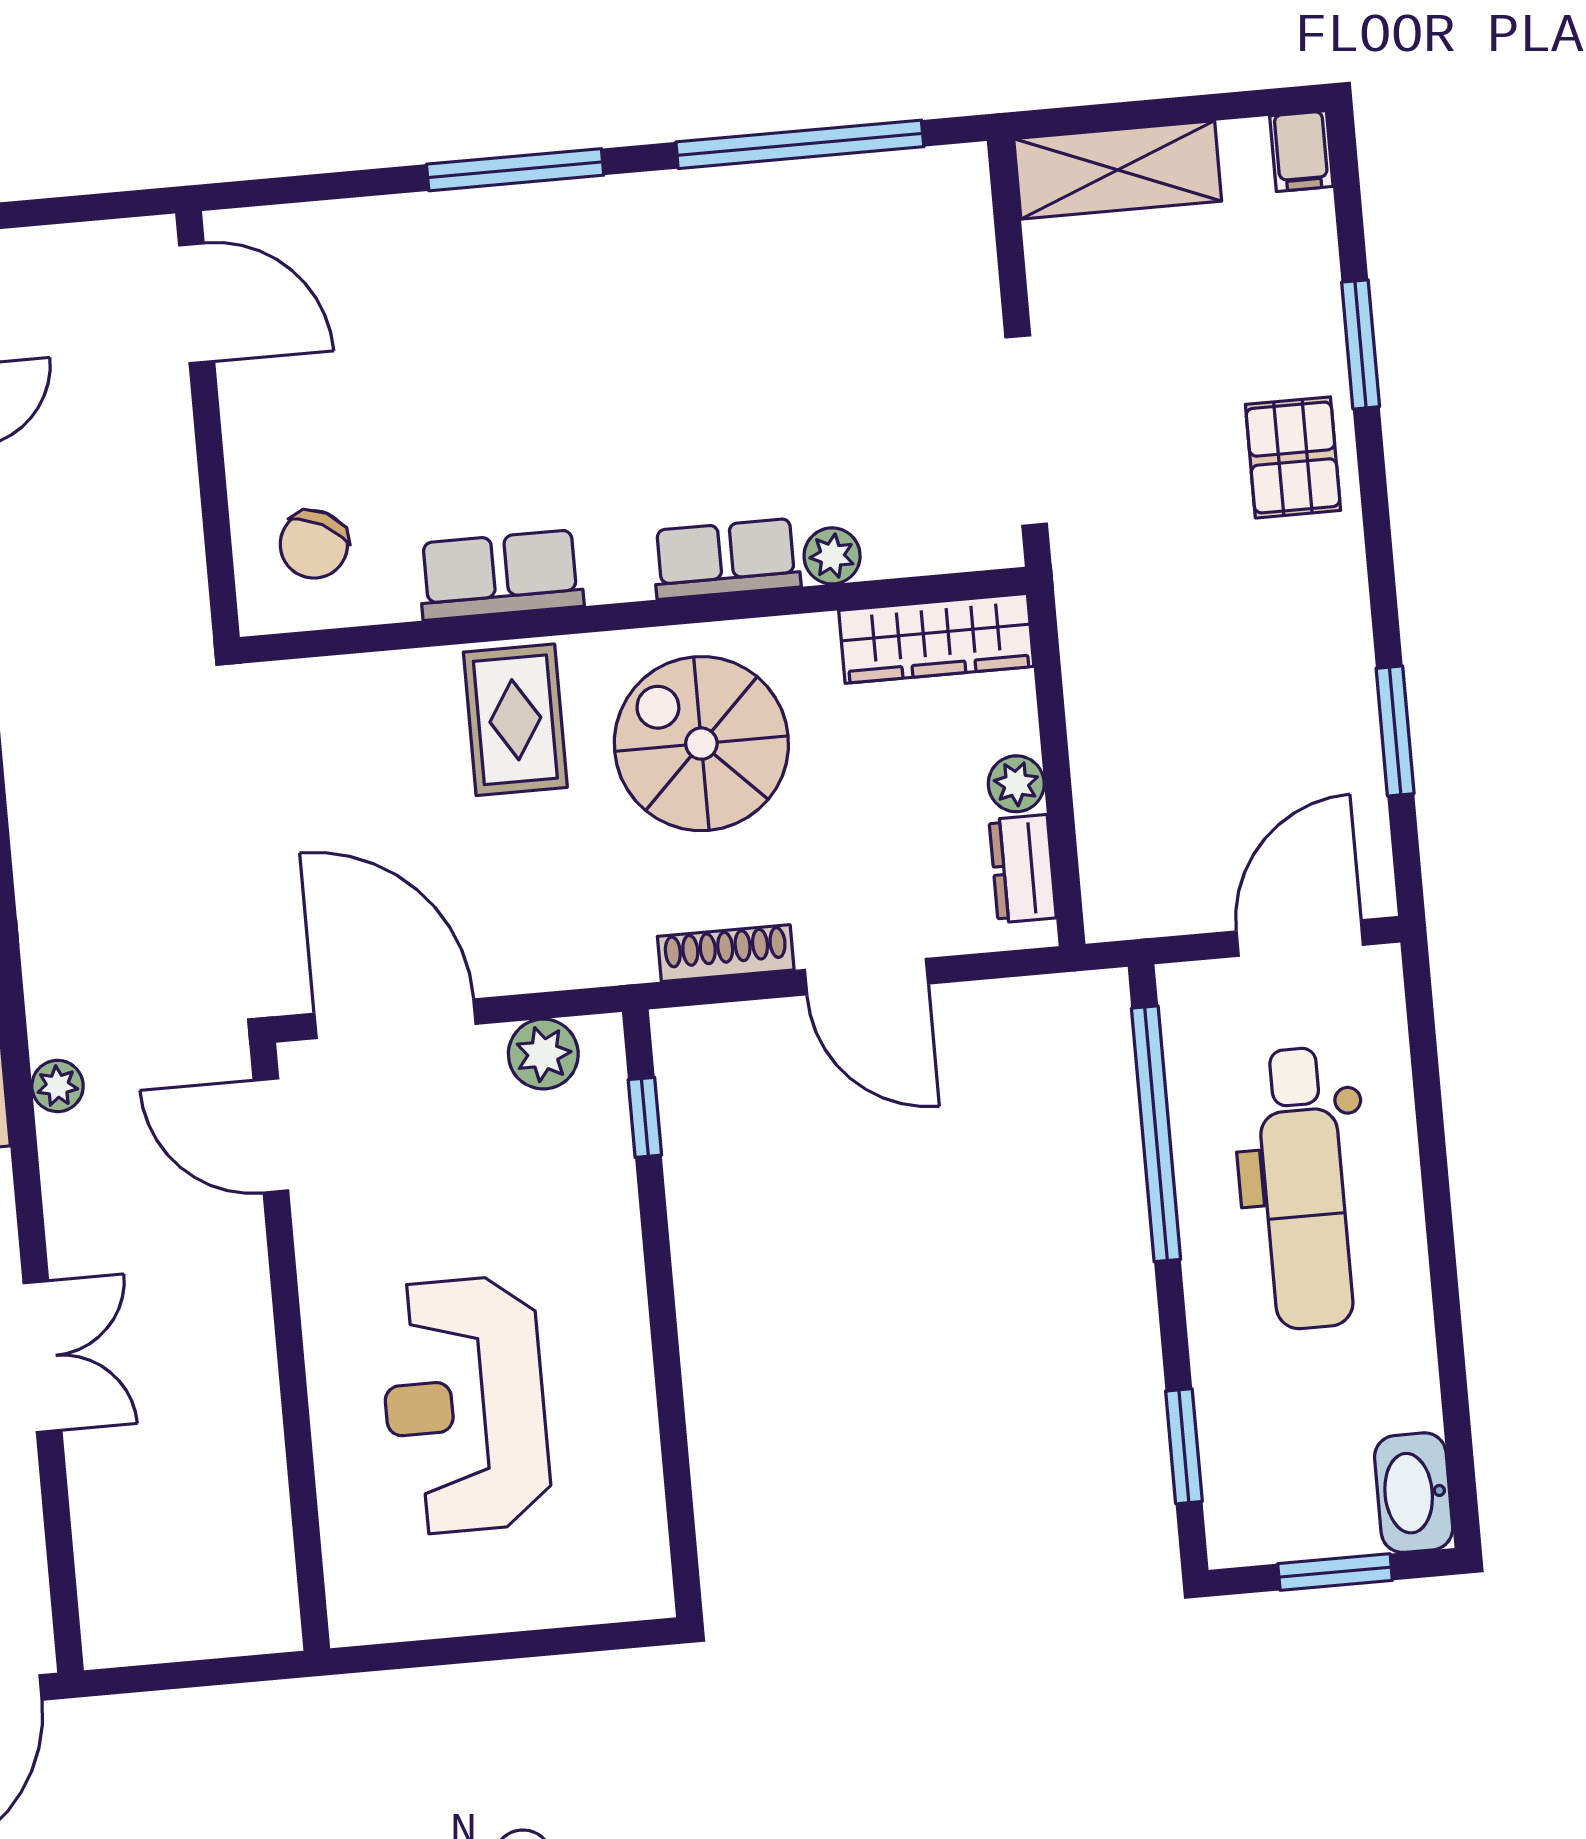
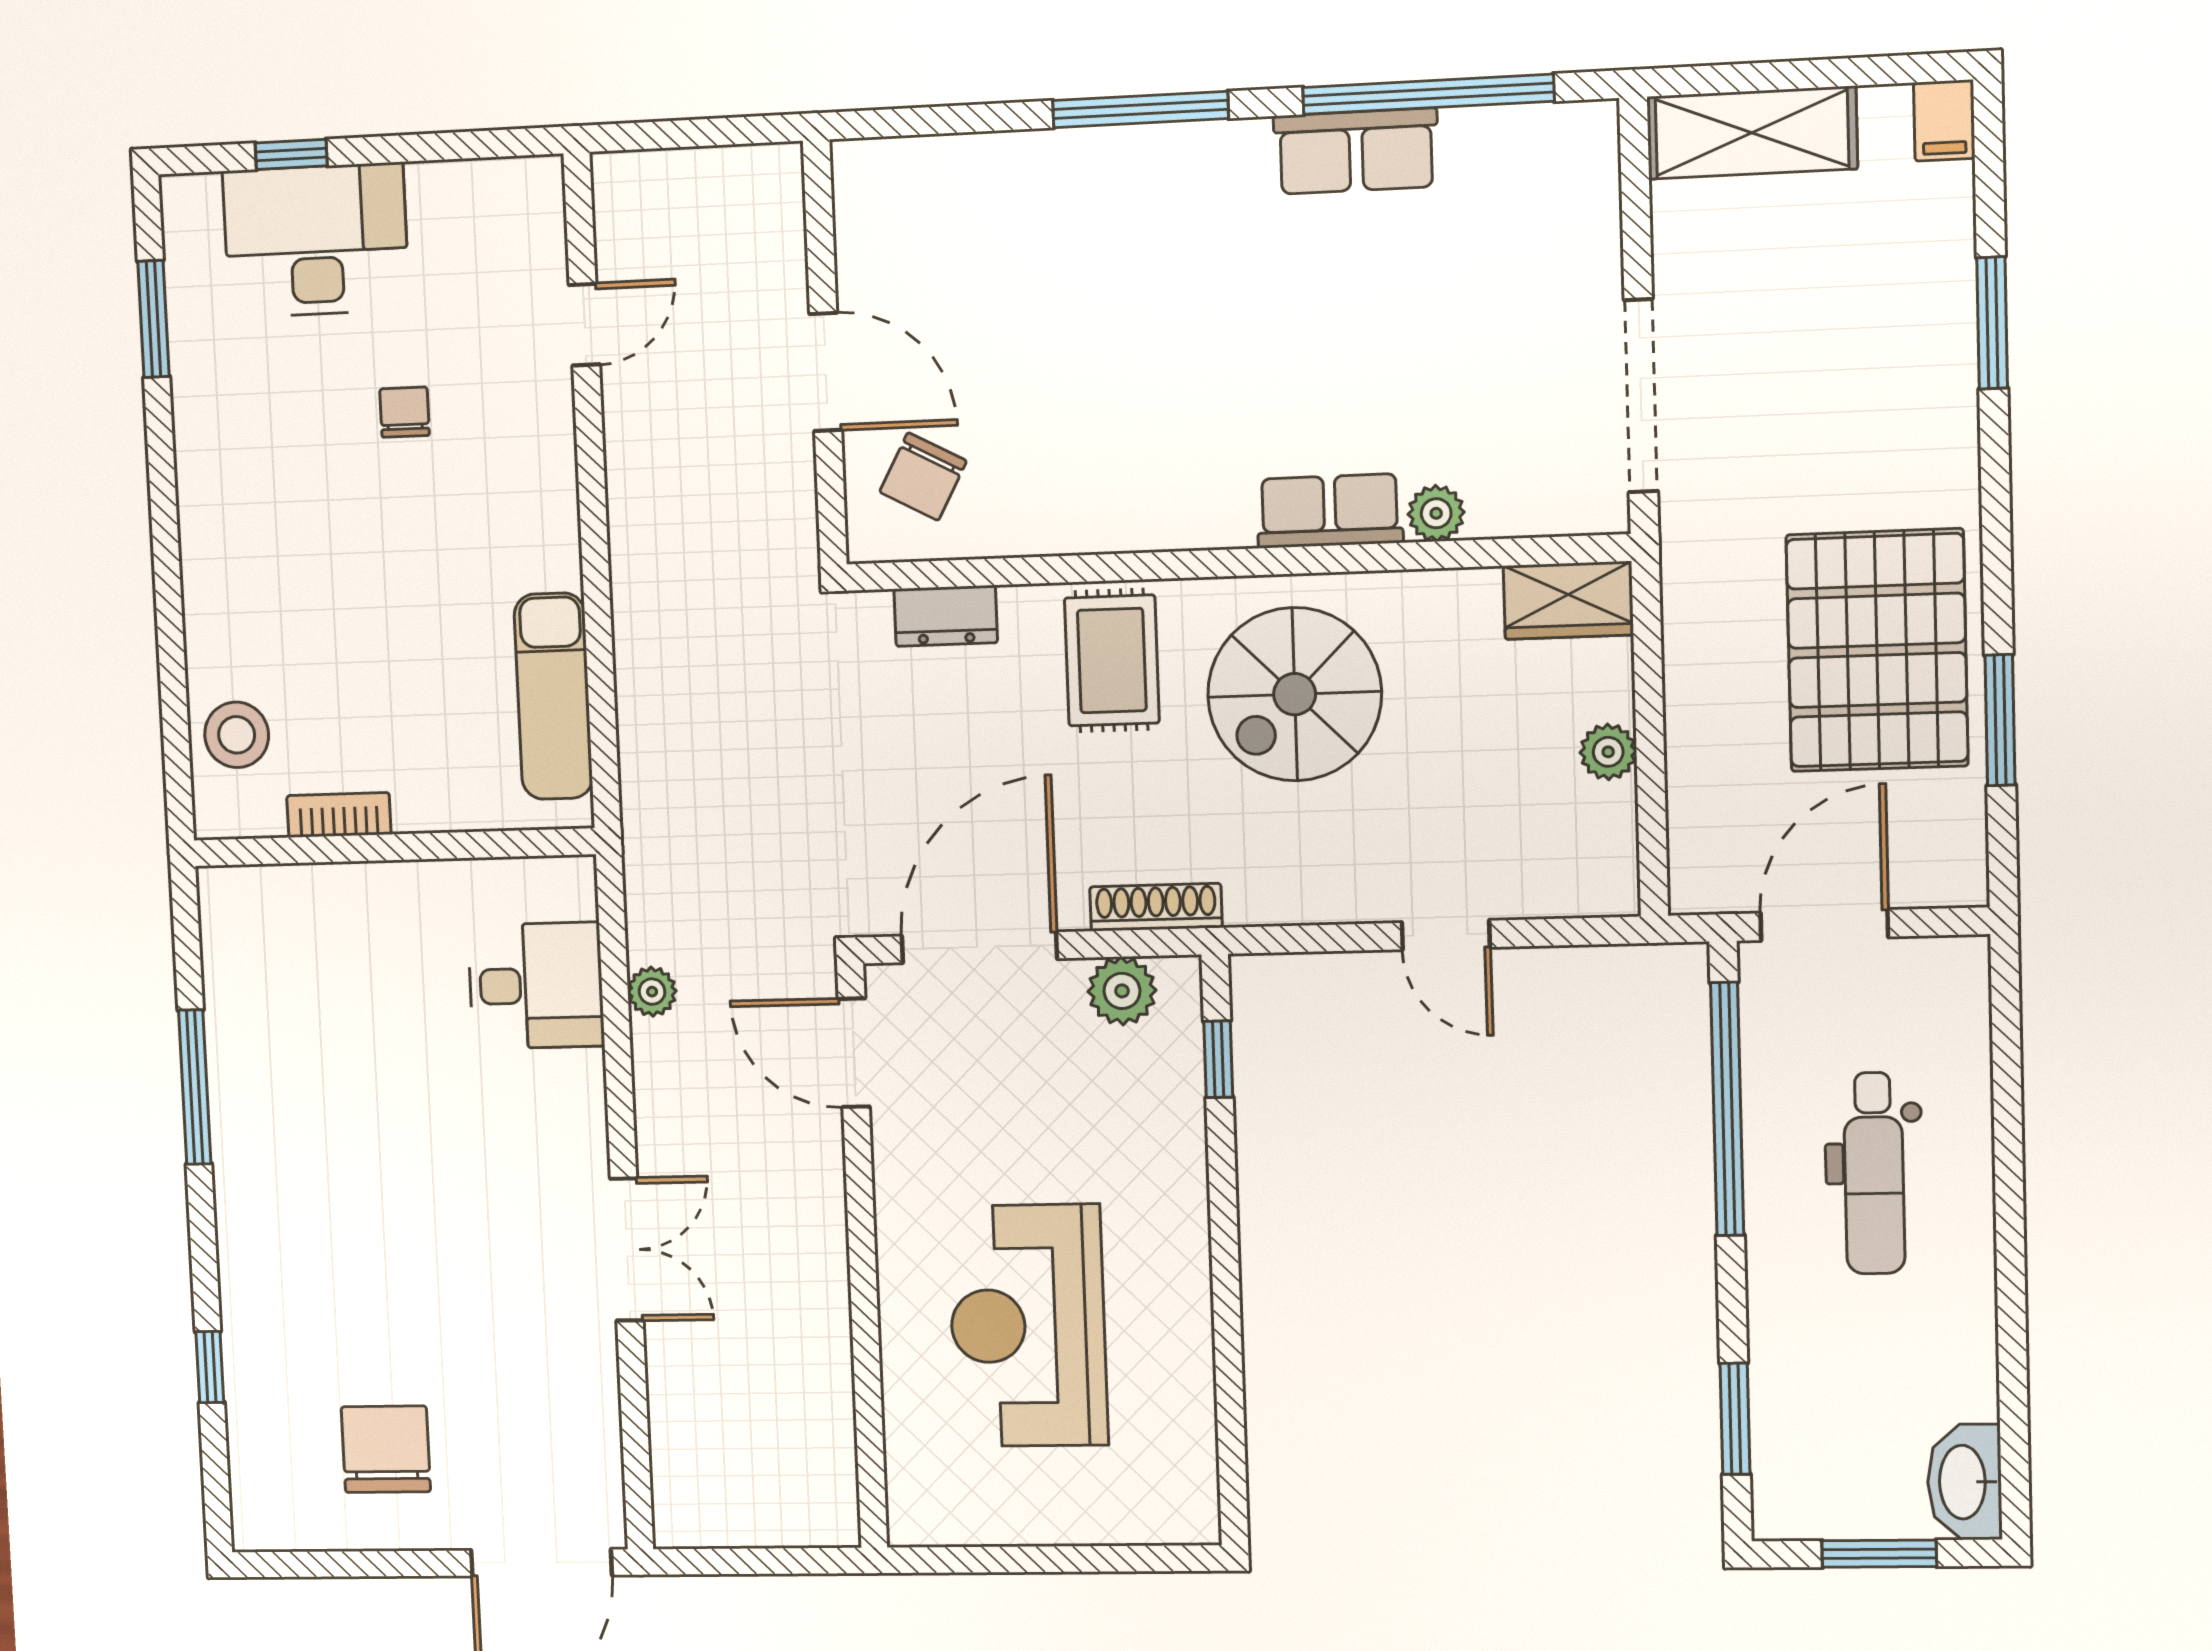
door: (197, 303) -> (826, 372), moved
pallet: (1293, 457) -> (1877, 650), moved, width x2.05, depth x2.00
row of seats: (500, 575) -> (1356, 151), moved, turned 180
wardrobe: (936, 638) -> (1568, 600), width x0.67
spiral stairs: (701, 744) -> (1295, 694), turned -90
dresser: (1023, 869) -> (946, 616), moved, turned -90
door: (1300, 938) -> (1824, 925), moved
shoe rack: (726, 953) -> (1156, 907), moved
door: (867, 977) -> (1446, 935), width x0.73
door: (395, 1019) -> (979, 947), hinge flipped
dental chair: (1304, 1188) -> (1874, 1173), width x0.73, depth x0.72

